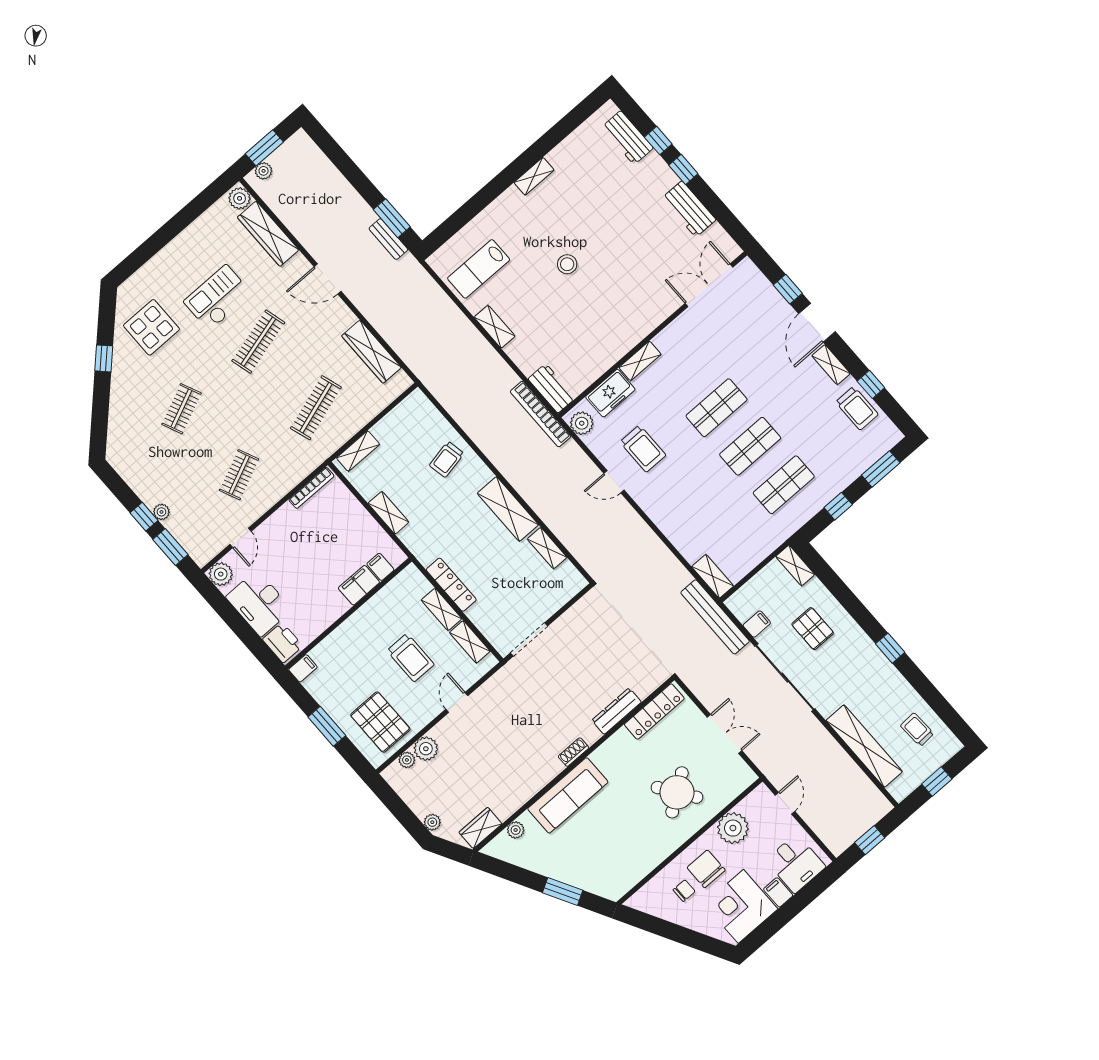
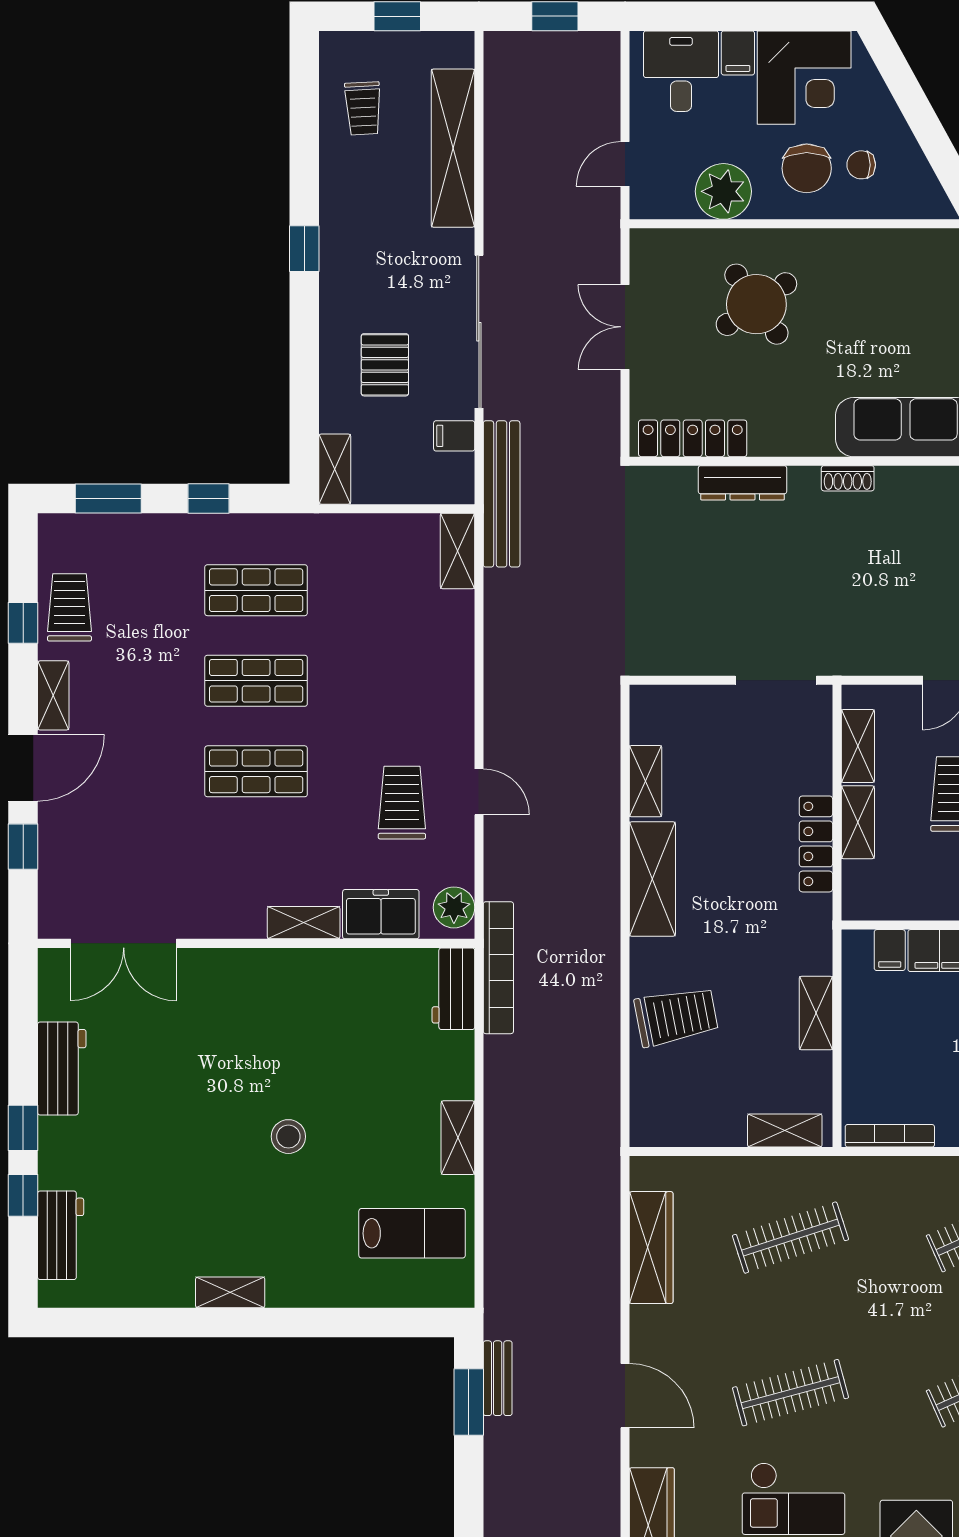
trolley: (447, 459) -> (676, 1016), width x1.36, depth x1.39

